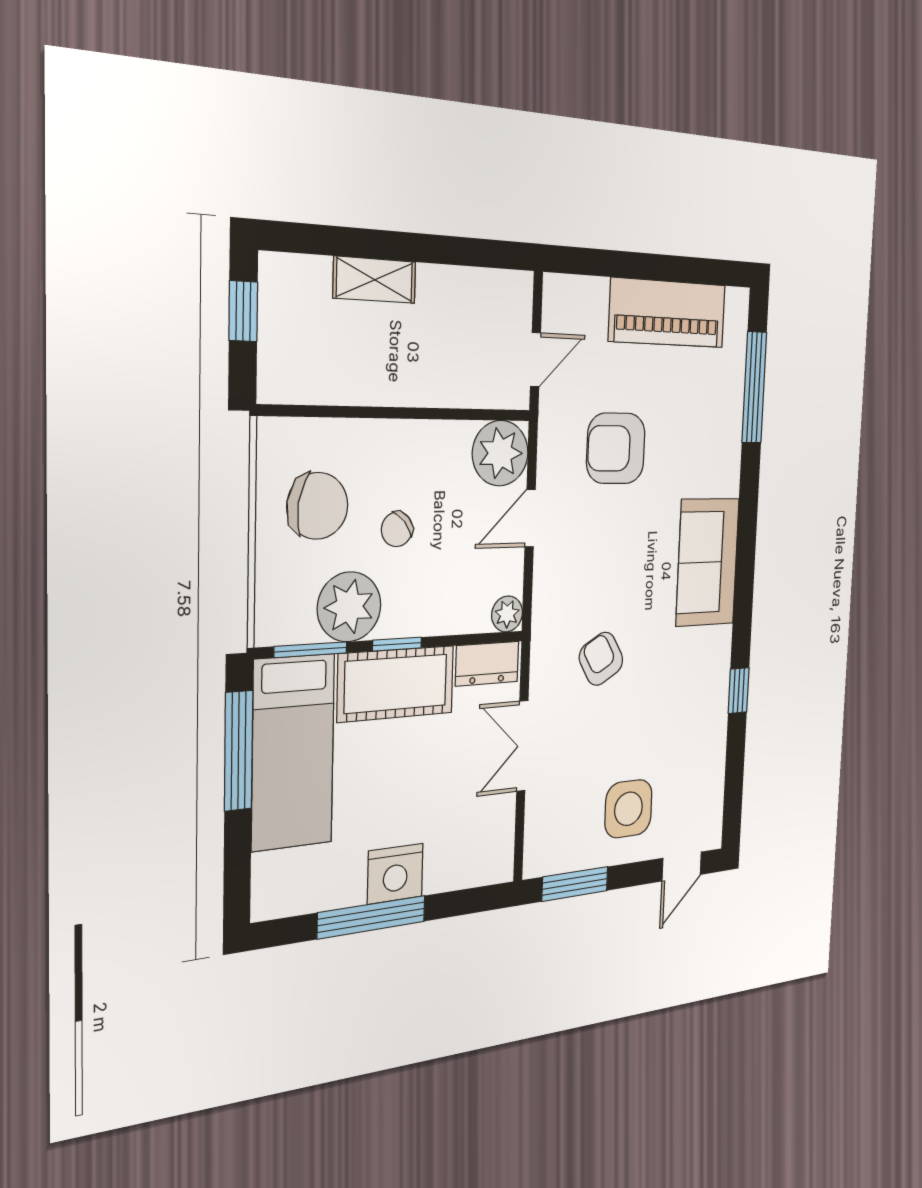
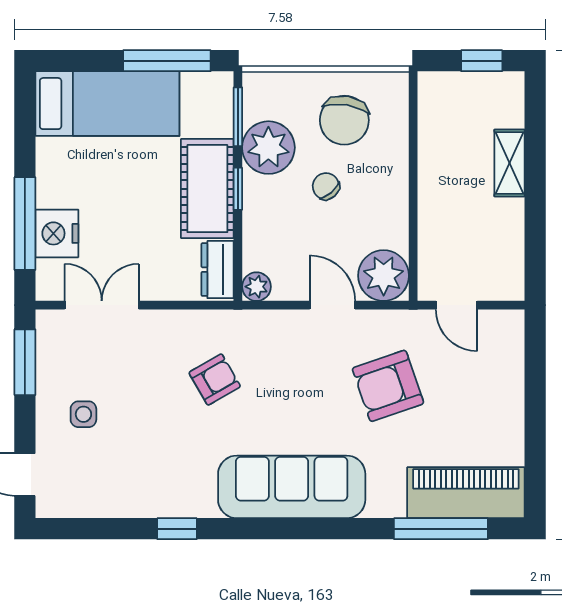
piano: (668, 313) -> (466, 493), moved, turned 90
armchair: (616, 448) -> (388, 386), turned -109
sofa: (708, 562) -> (292, 487), width x1.36
double door: (522, 746) -> (102, 305), moved
bed: (293, 752) -> (107, 104), moved, turned 180
side table: (628, 809) -> (83, 414), width x0.54, depth x0.54
nightstand: (395, 874) -> (57, 233), moved
window: (372, 917) -> (25, 224), moved

